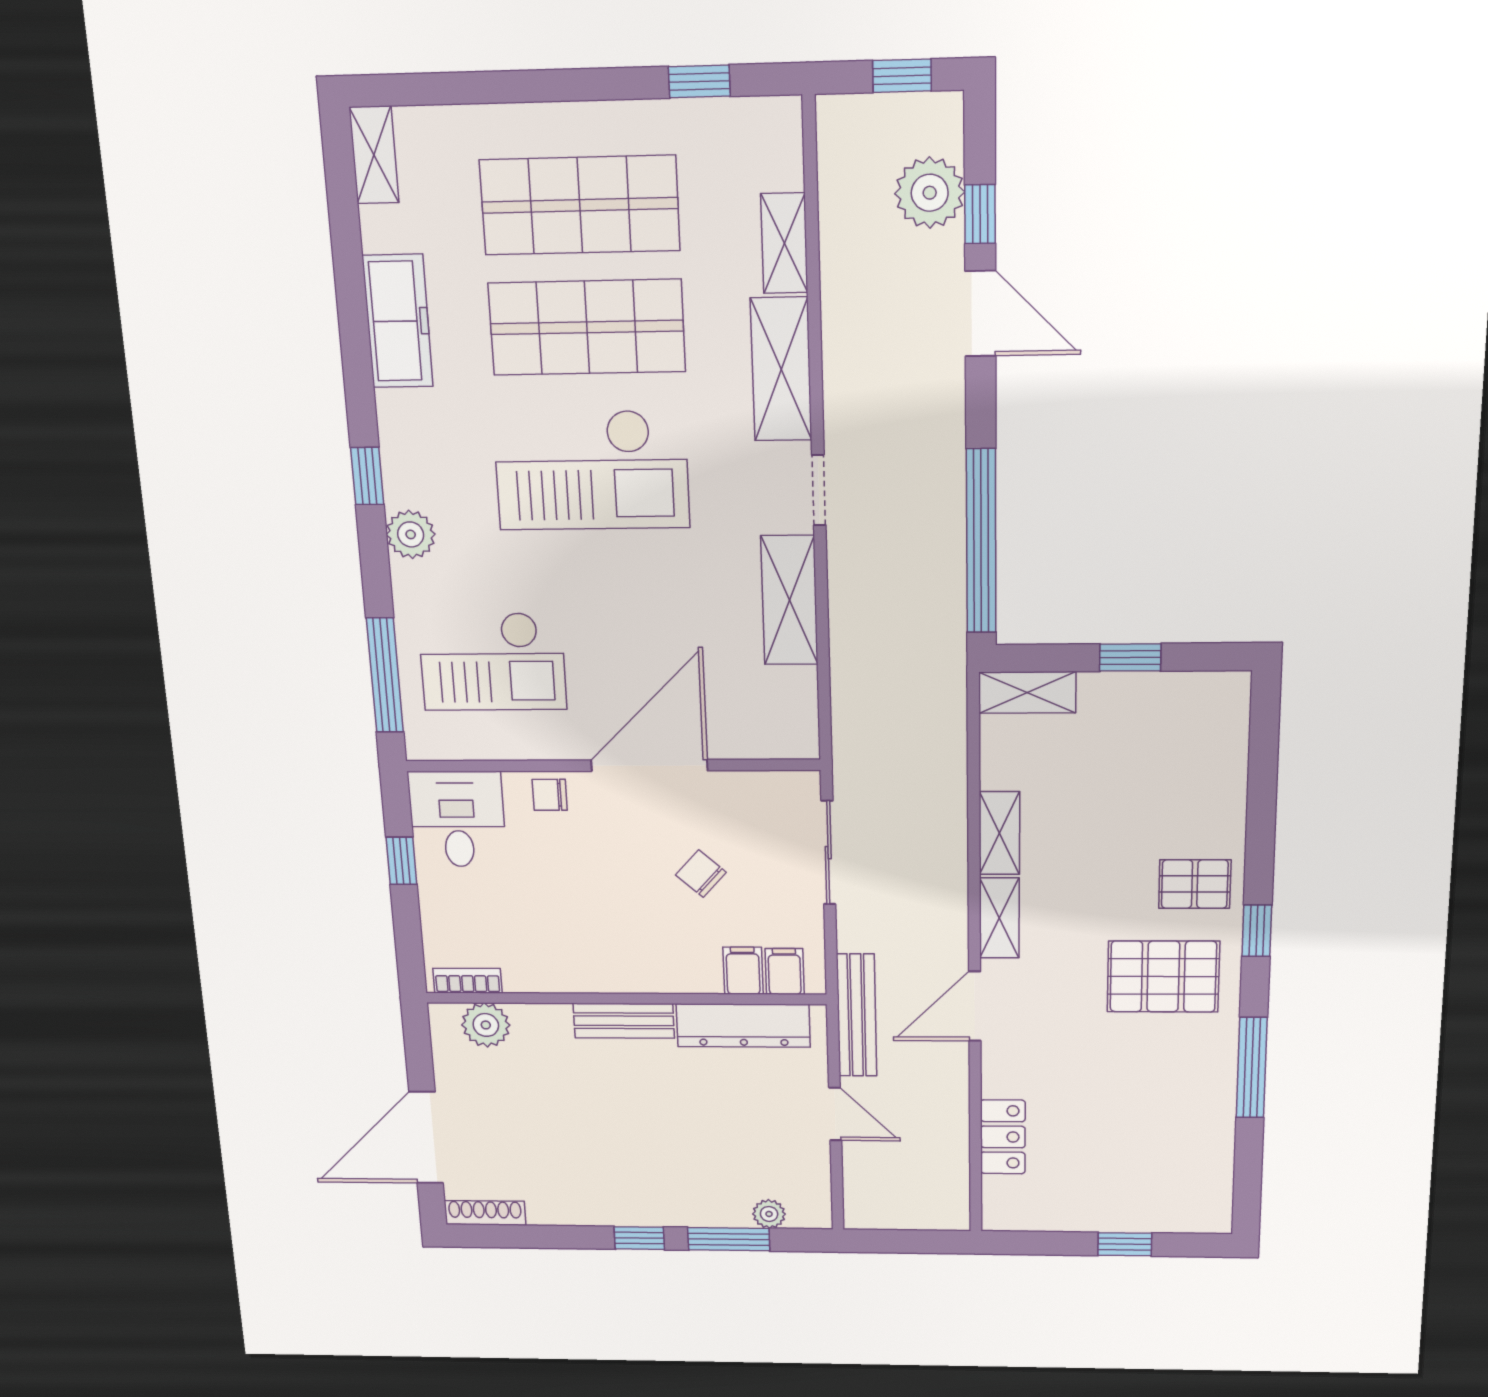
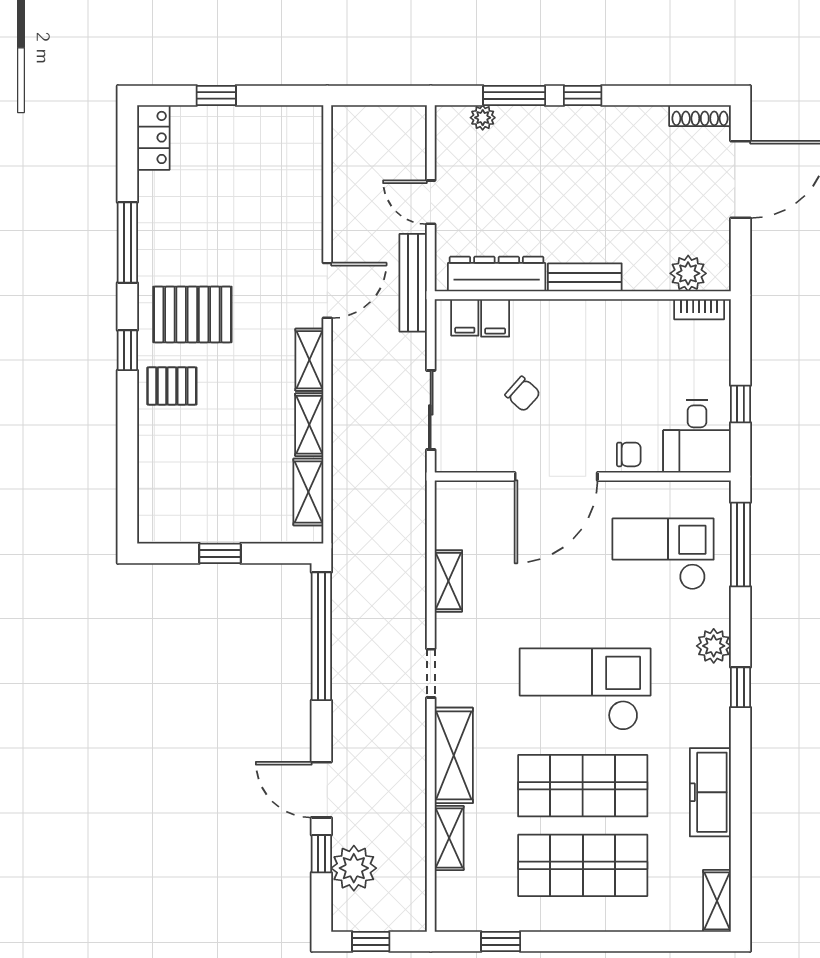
shelving: (789, 600) -> (448, 581), width x0.67, depth x0.75
shelving: (1027, 693) -> (308, 492), moved, turned 90
locker: (1003, 1137) -> (153, 137), moved, turned 180

